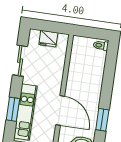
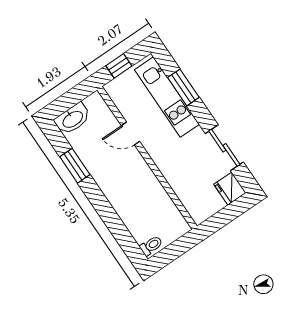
fridge: (48, 39) -> (230, 188), moved, turned -90
door: (60, 110) -> (130, 134), width x0.53

